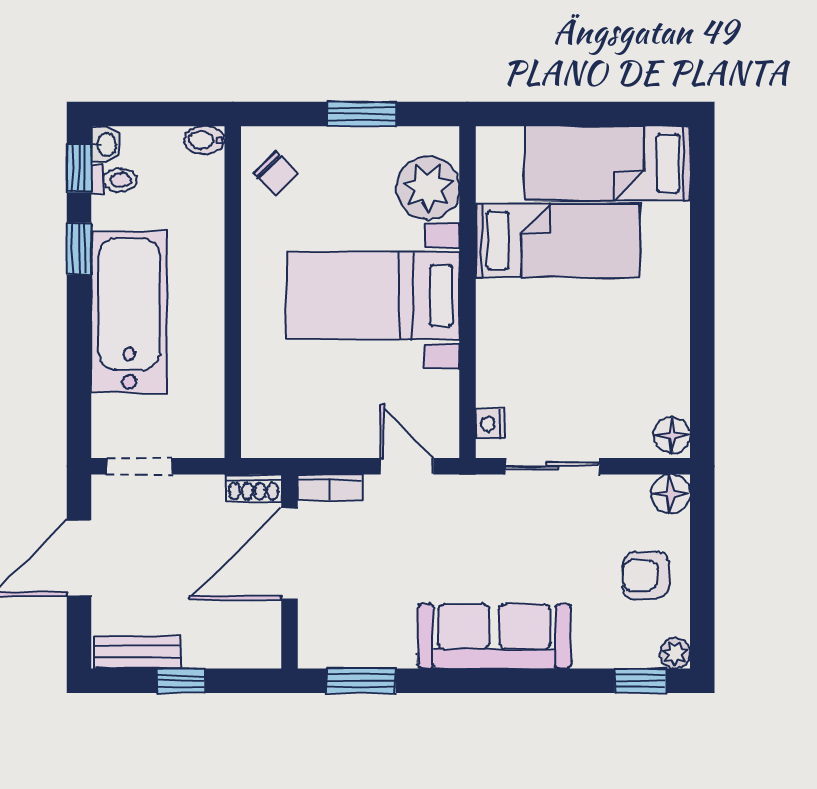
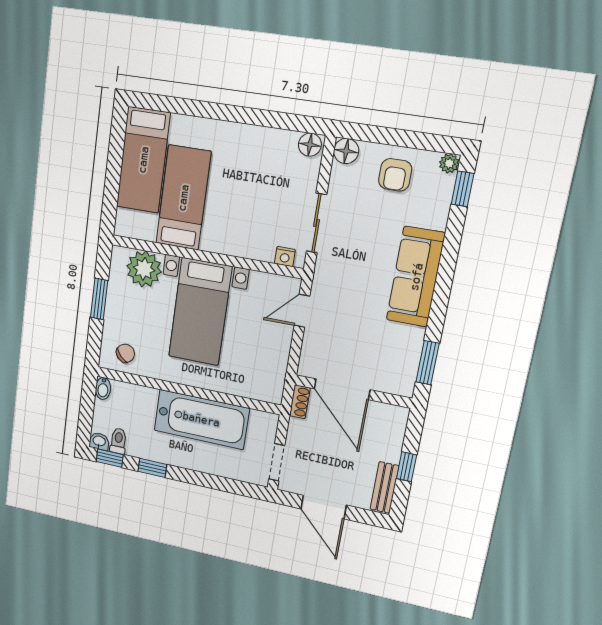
bathtub: (129, 312) -> (201, 419), moved, turned 180
bookcase: (330, 487) -> (307, 358), removed

